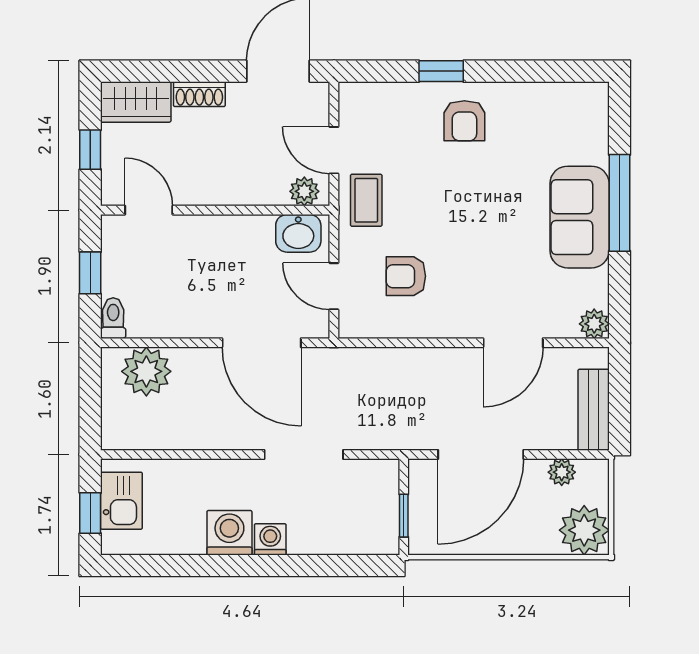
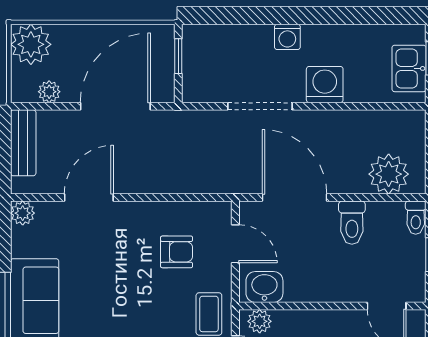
toilet: (191, 312) -> (352, 223), added
washing machine: (229, 533) -> (325, 85), moved, turned 180

